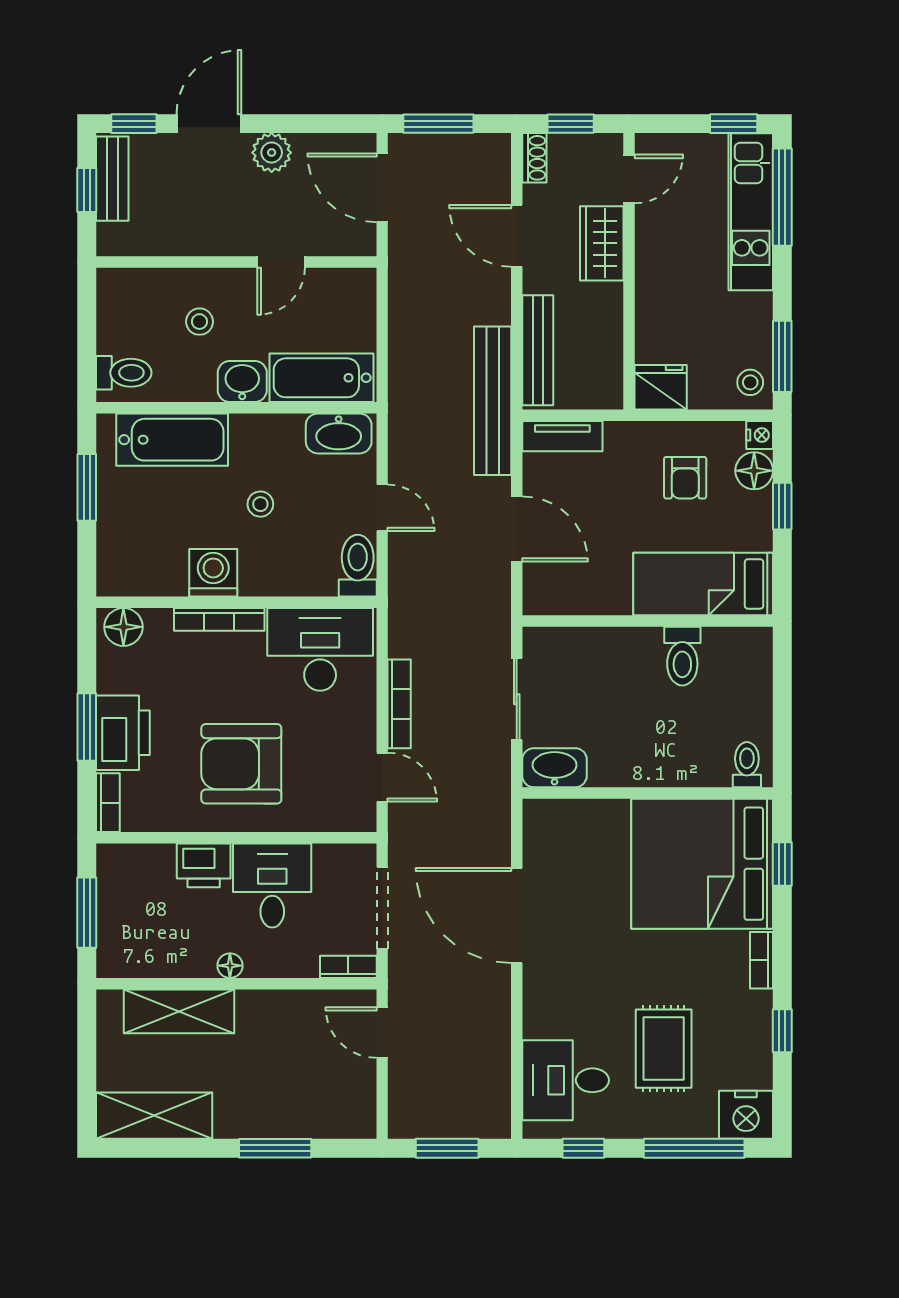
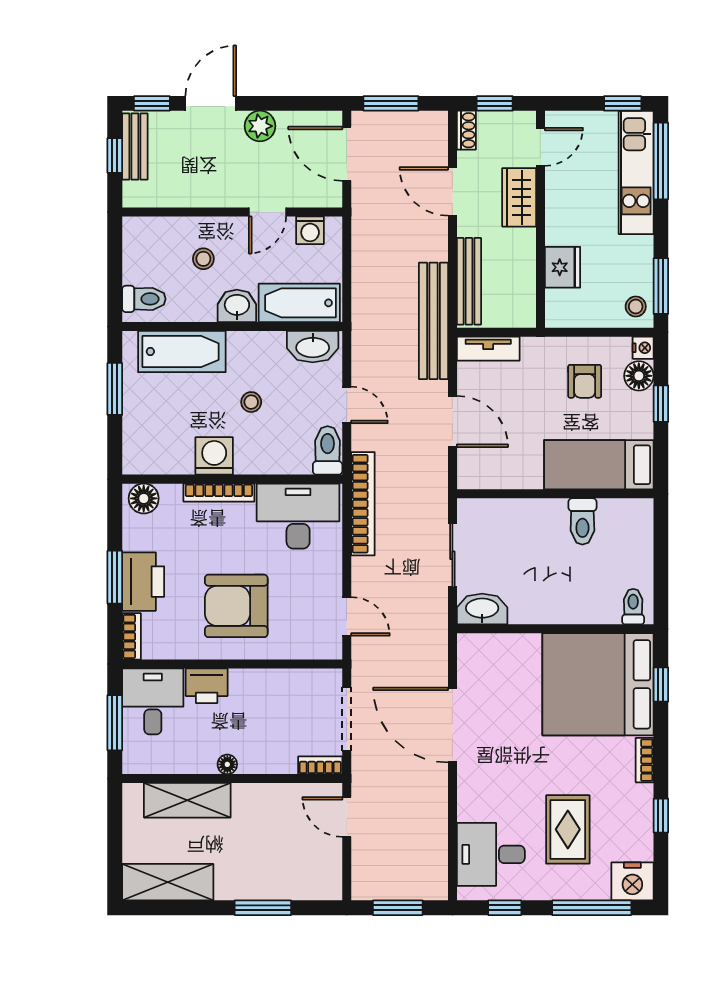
washing machine: (335, 285) -> (310, 230), added
fridge: (661, 387) -> (563, 267), moved, turned 90
bookcase: (399, 704) -> (363, 504), moved, width x1.48, depth x1.31
desk: (272, 886) -> (153, 701), moved

